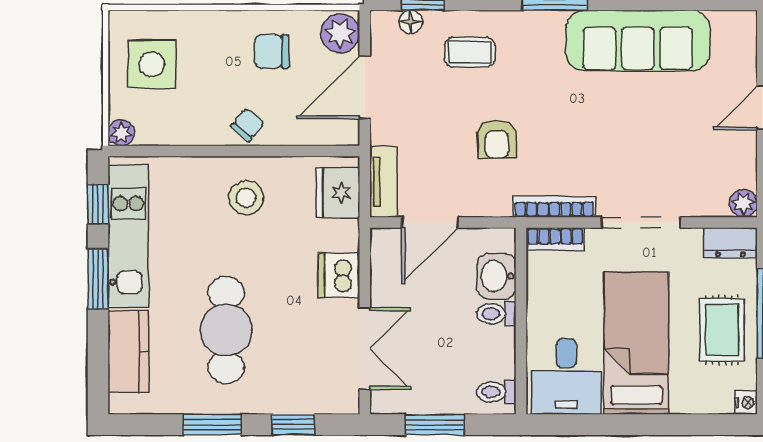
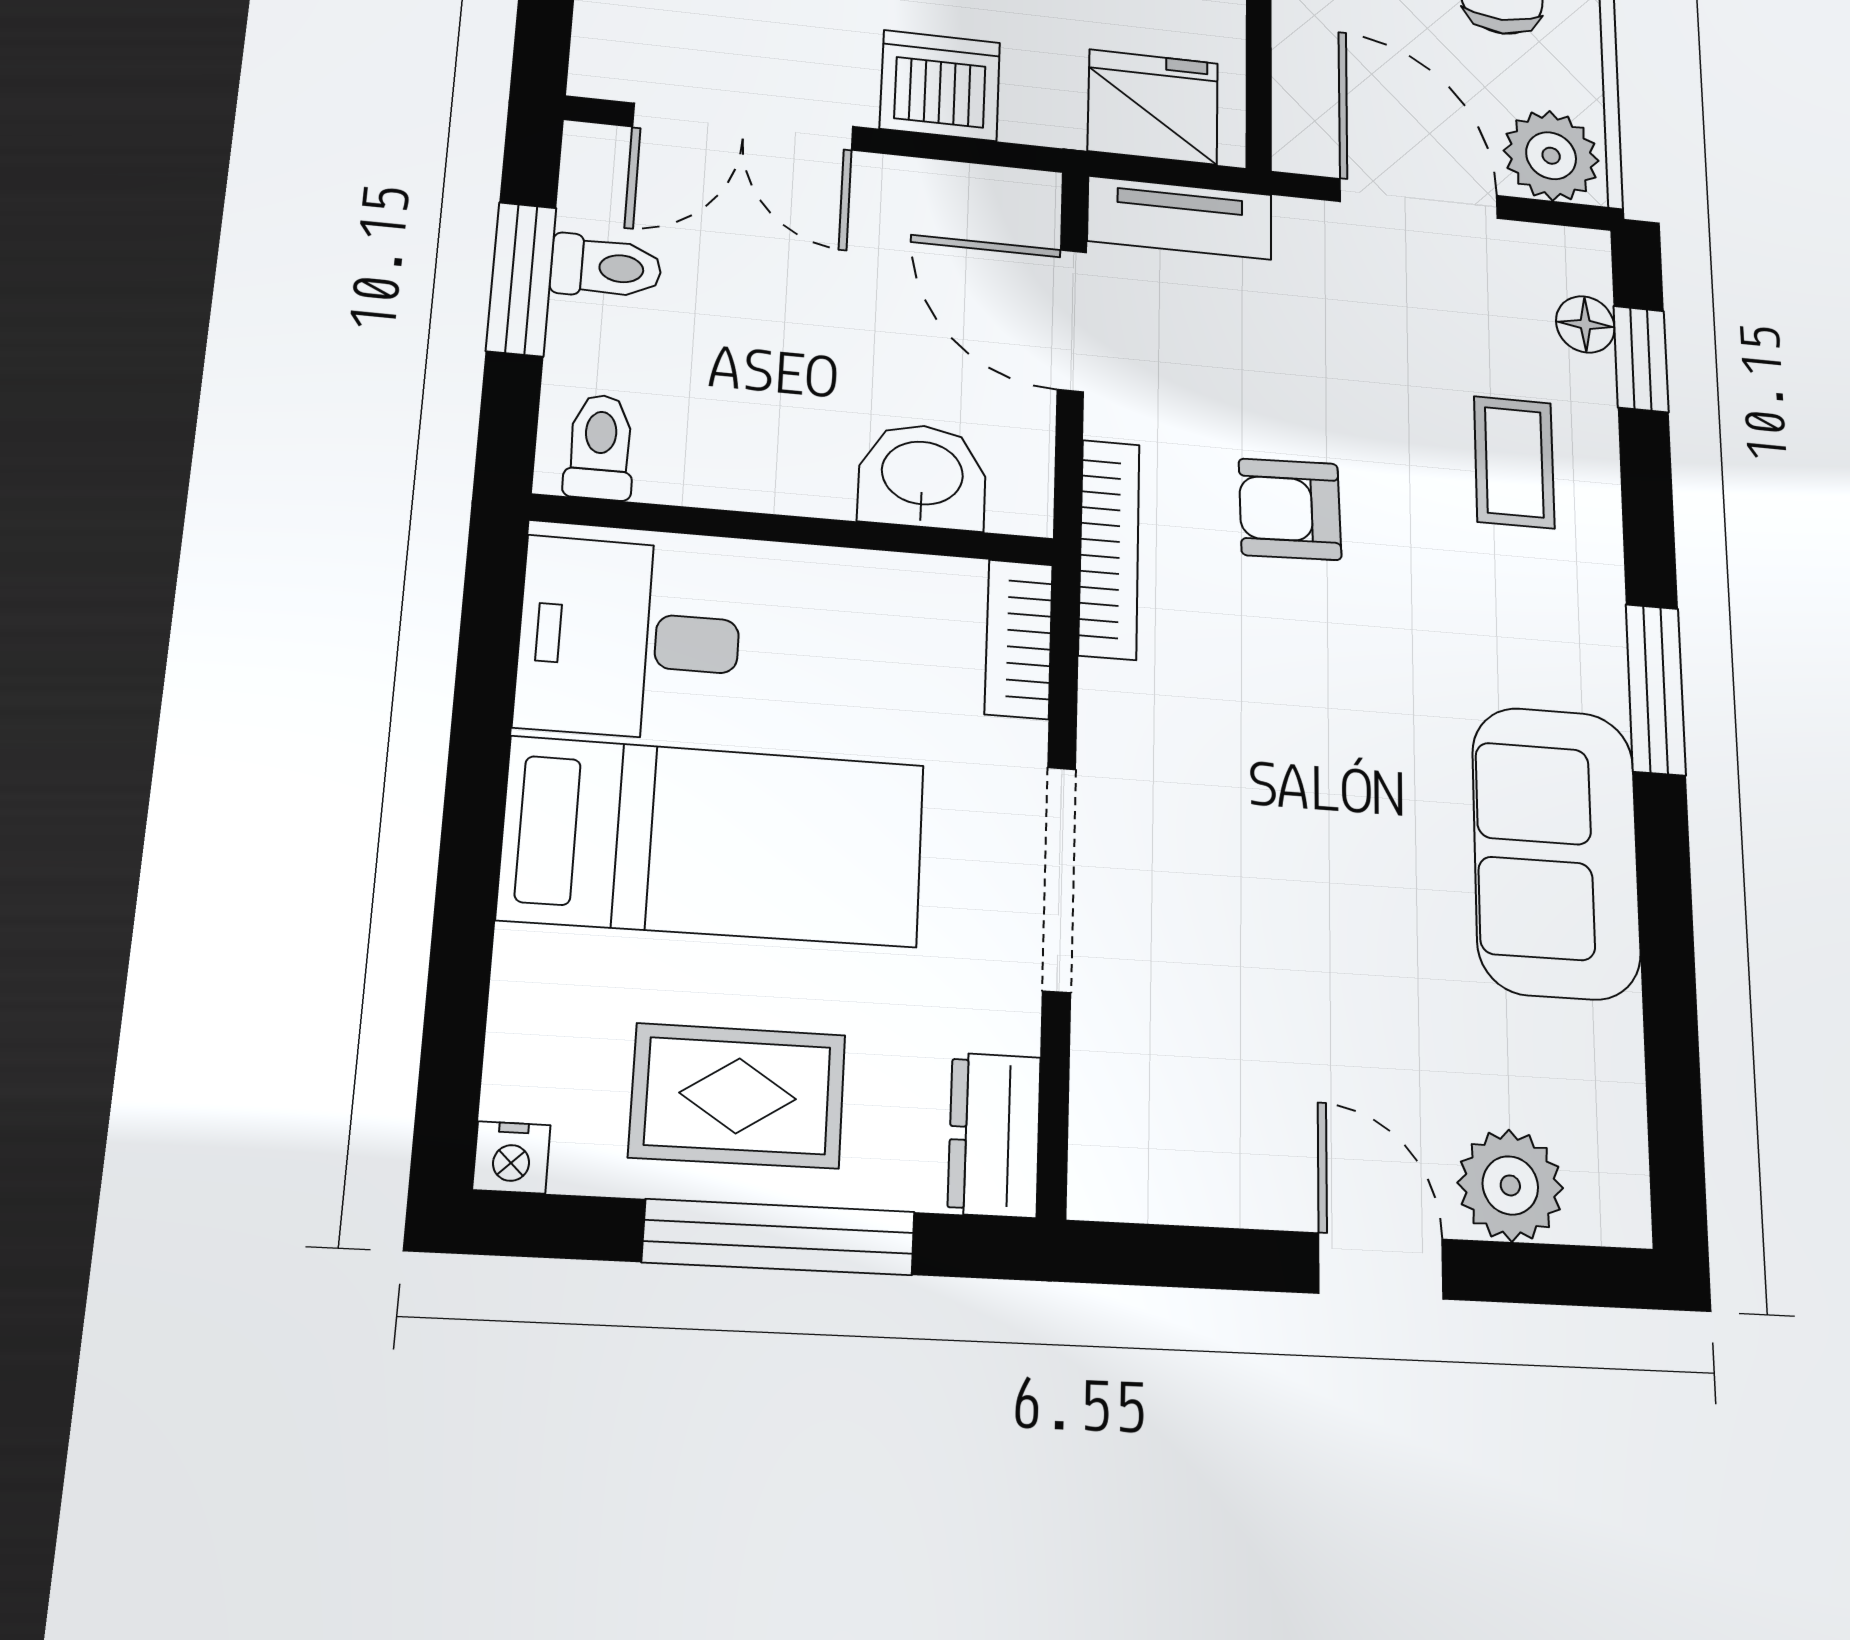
sofa: (638, 41) -> (1556, 852), width x0.73
plant: (743, 203) -> (1510, 1185), moved, width x1.38, depth x1.38
bookcase: (554, 207) -> (1109, 549), moved
toilet: (496, 314) -> (606, 267), moved, turned 90

